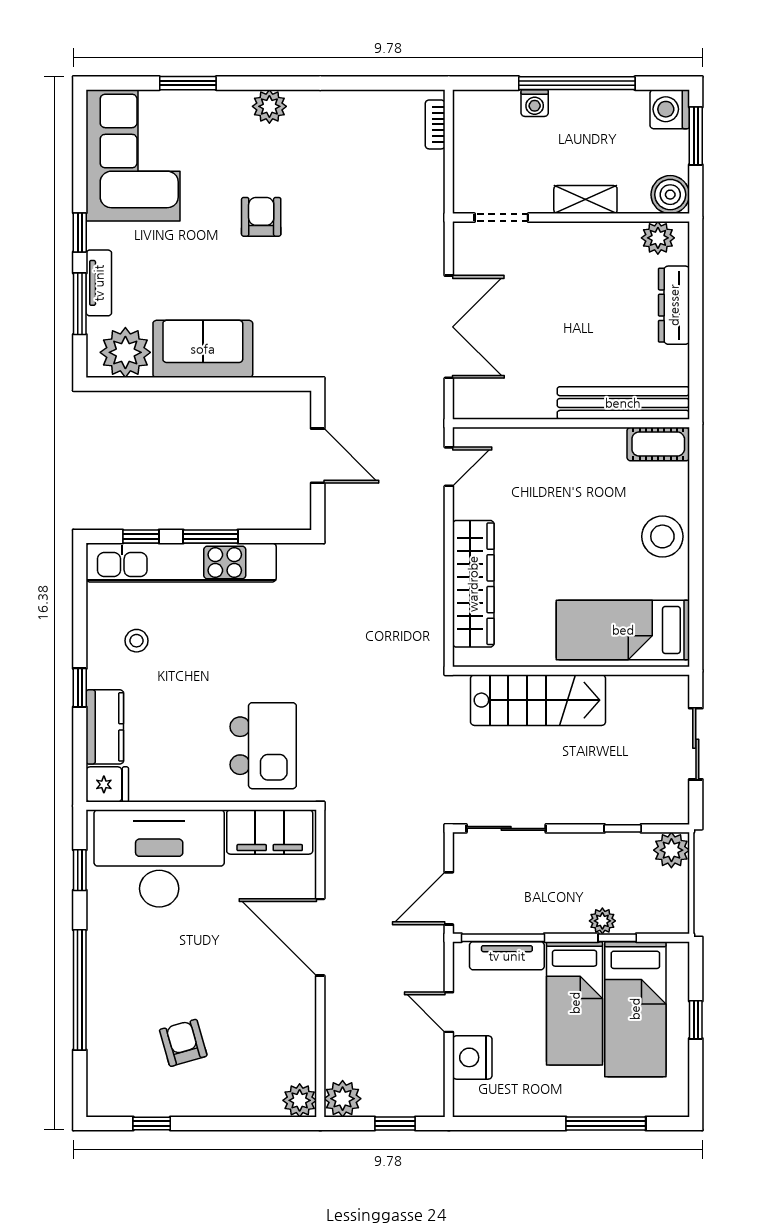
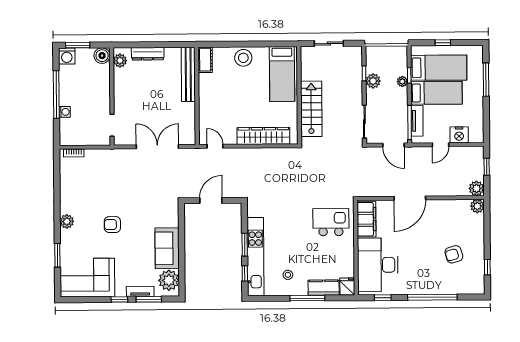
shelving: (585, 200) -> (104, 91), removed
window: (80, 688) -> (307, 298), width x2.17
plant: (671, 850) -> (373, 81), moved

